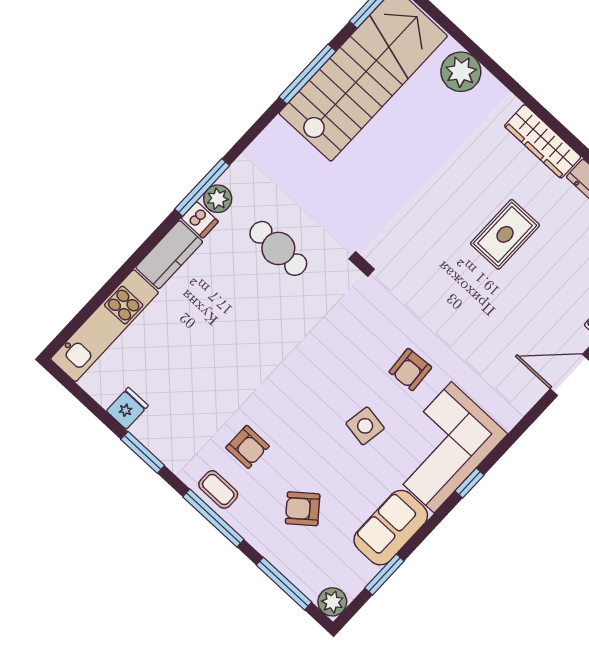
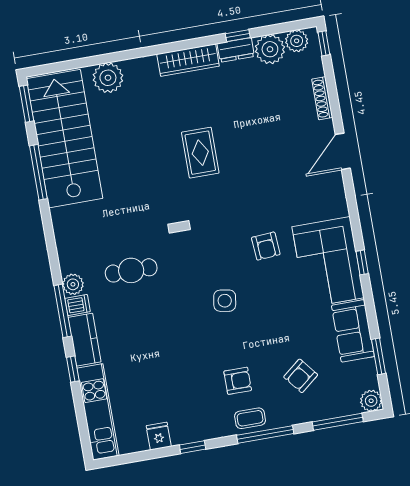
window: (202, 187) -> (63, 311), moved
rug: (505, 234) -> (200, 153), moved
window: (129, 266) -> (73, 369), added
side table: (365, 426) -> (225, 301), moved
window: (143, 452) -> (193, 447), width x0.67

